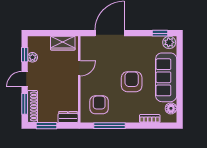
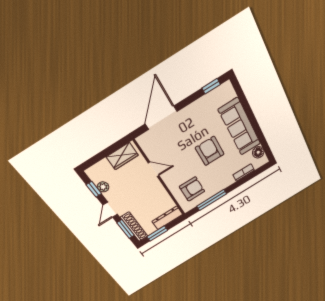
plant: (169, 42) -> (225, 90), removed
door: (79, 68) -> (154, 169), hinge flipped
armchair: (99, 105) -> (192, 189), turned 90
dresser: (68, 117) -> (167, 218), width x1.44

